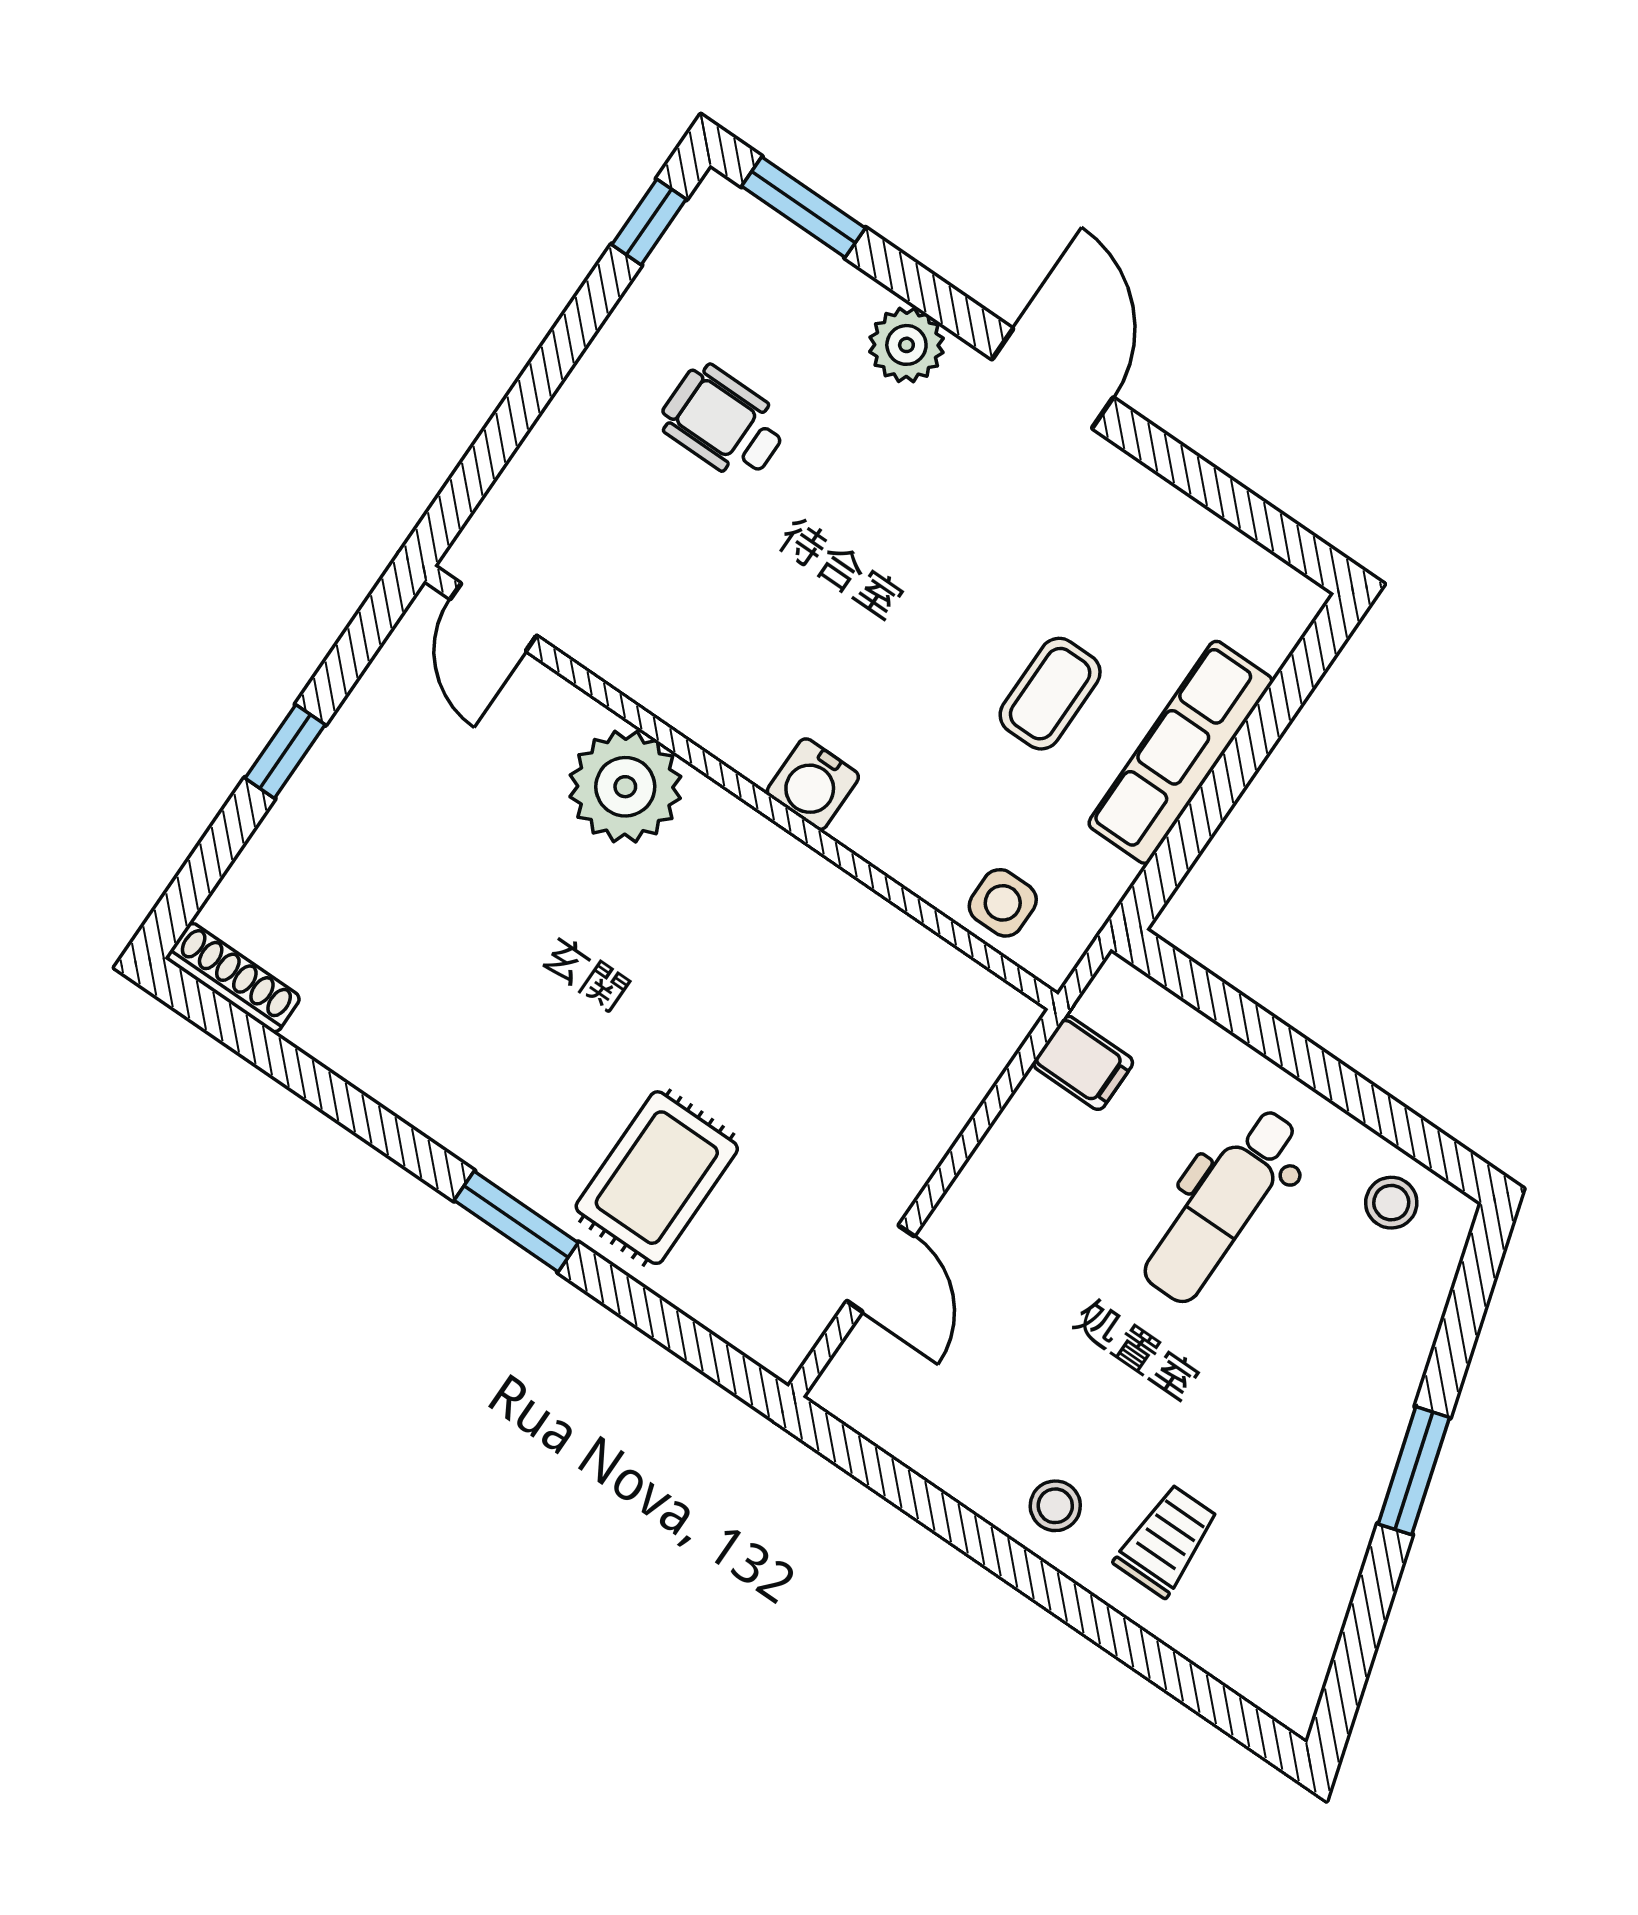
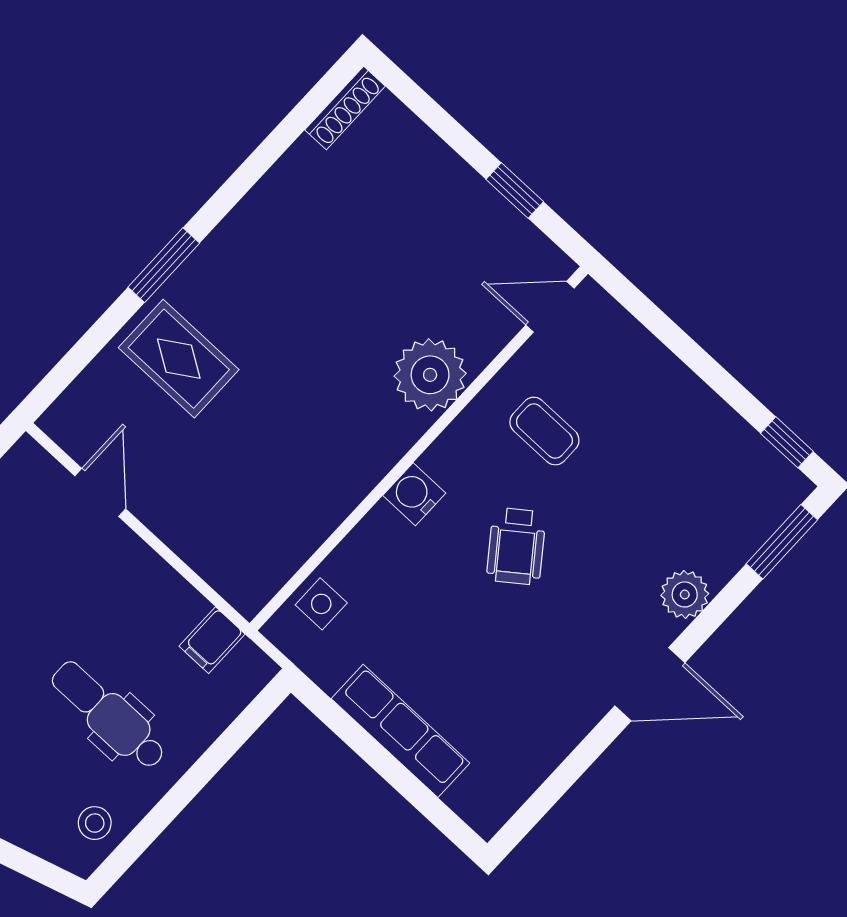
wheelchair: (724, 423) -> (516, 546), moved, turned 143
coffee table: (1050, 694) -> (544, 431), moved
window: (285, 751) -> (515, 190), moved
door: (881, 1269) -> (100, 492), swing flipped

